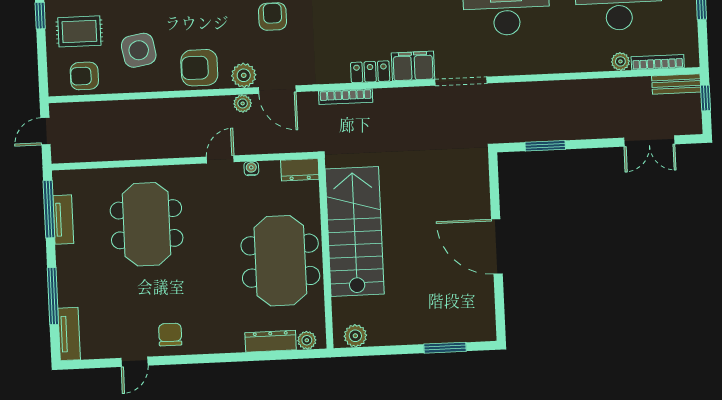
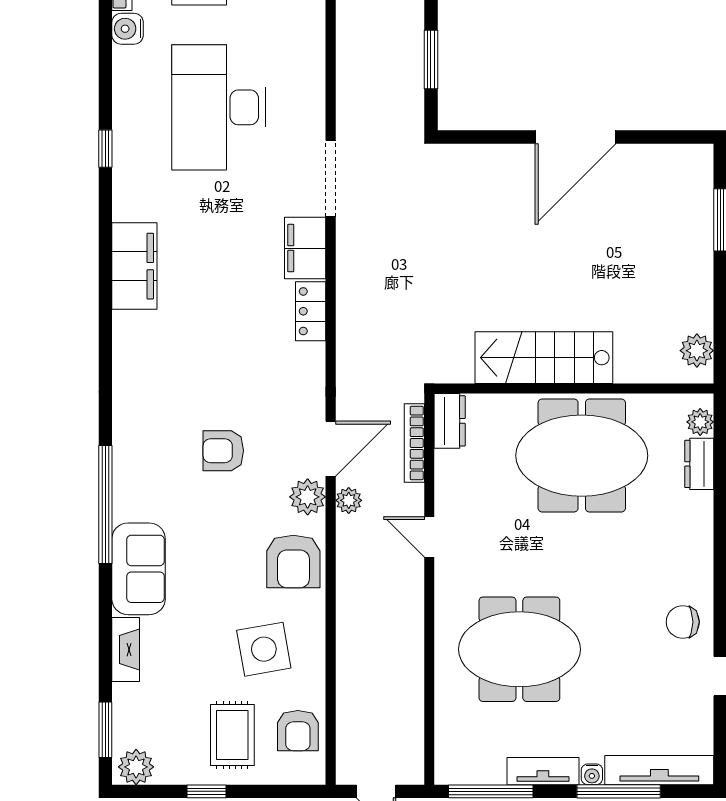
bookcase: (346, 97) -> (414, 443), moved, turned 180
water cooler: (251, 169) -> (592, 774), moved, turned -90
tv unit: (63, 220) -> (543, 771), moved
stairs: (355, 232) -> (544, 358), width x0.73, depth x0.66
tv unit: (69, 334) -> (659, 770), width x1.41
dresser: (271, 341) -> (699, 464), width x0.70

